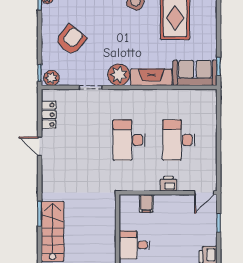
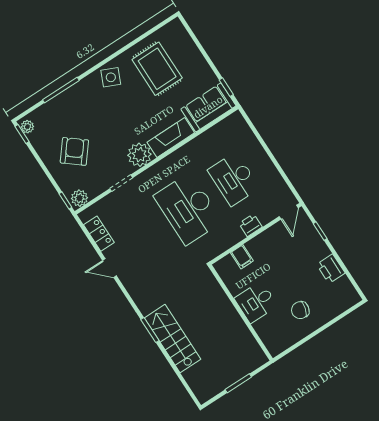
desk: (129, 140) -> (188, 209), width x1.36, depth x1.30

